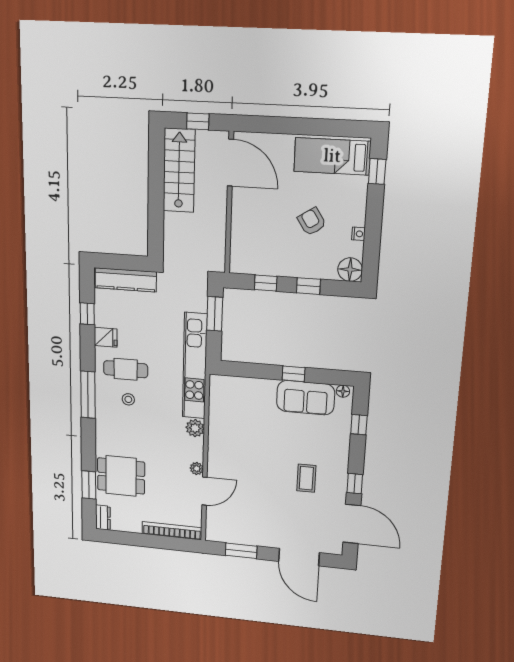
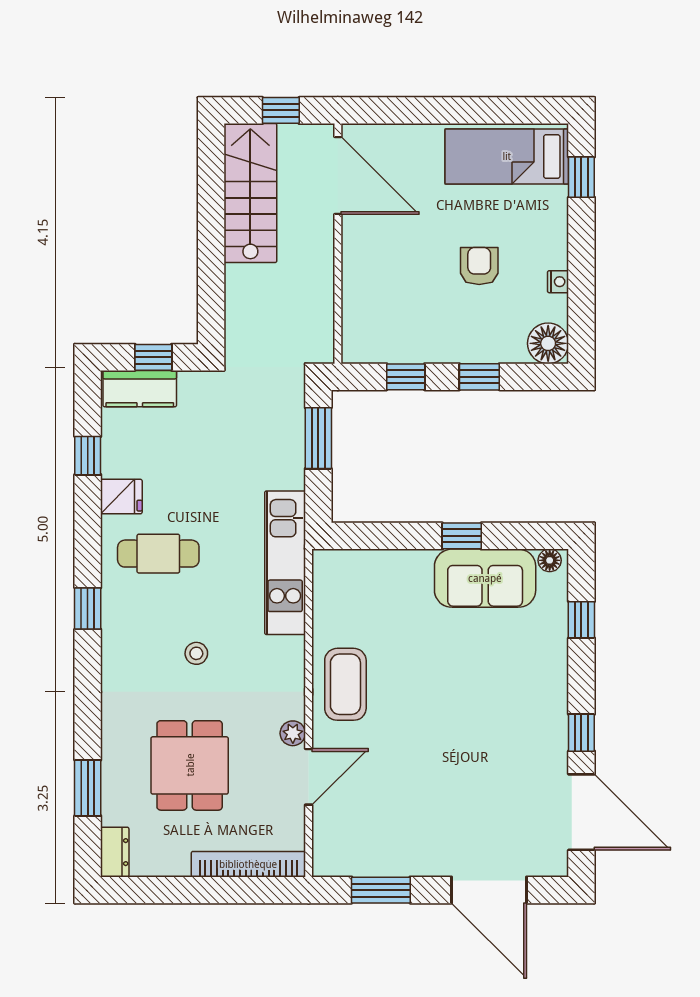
armchair: (312, 222) -> (479, 266), turned 33
window: (123, 262) -> (153, 357), added
kitchen counter: (126, 280) -> (140, 389), width x0.67
kitchen unit: (195, 366) -> (285, 563), width x0.73
window: (88, 395) -> (88, 608), width x0.46
stool: (128, 399) -> (196, 653), moved
plant: (195, 428) -> (288, 654), removed
dining table: (121, 476) -> (190, 765), moved, turned 90
coffee table: (306, 478) -> (345, 684), moved, width x1.36, depth x1.30

